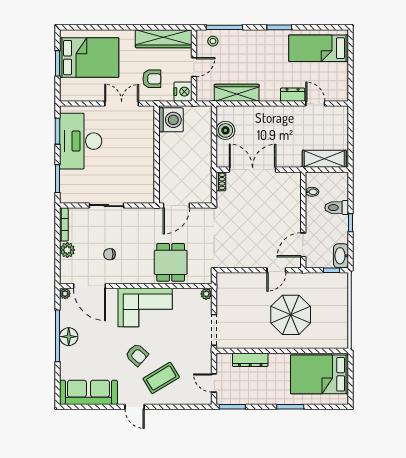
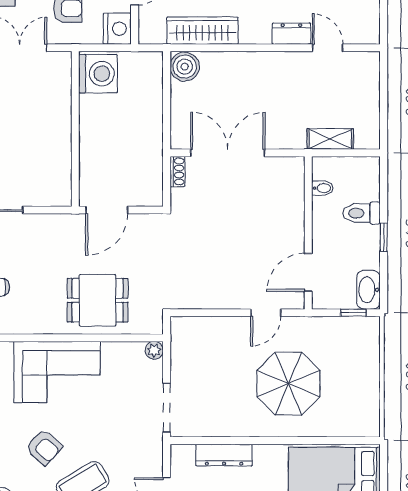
boiler: (225, 130) -> (185, 67), moved
shelving: (324, 159) -> (330, 139), width x0.67, depth x0.75
dining table: (171, 262) -> (98, 300), turned 90

